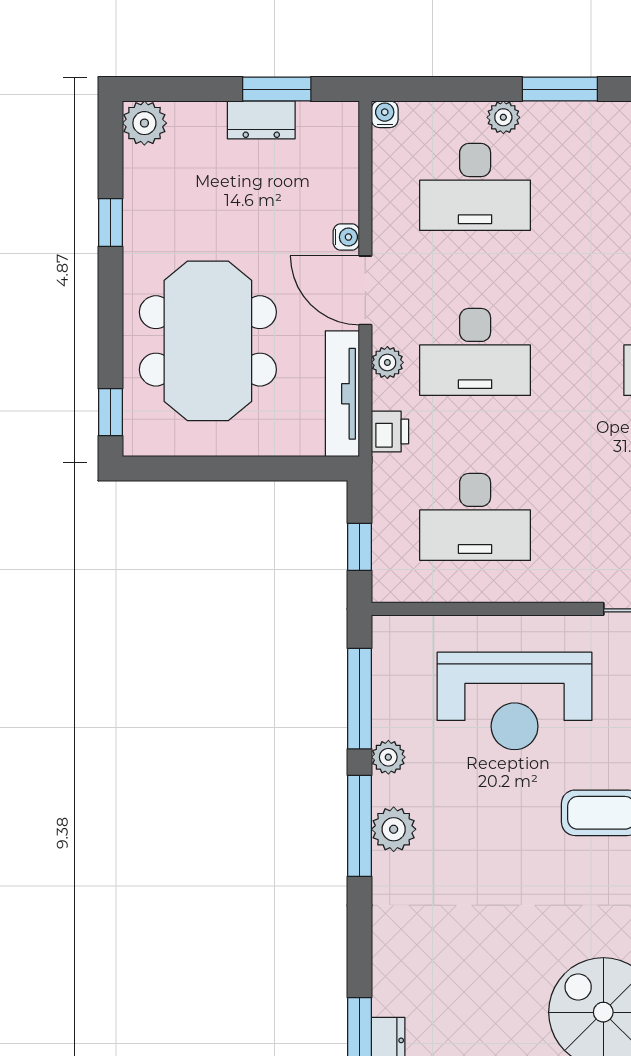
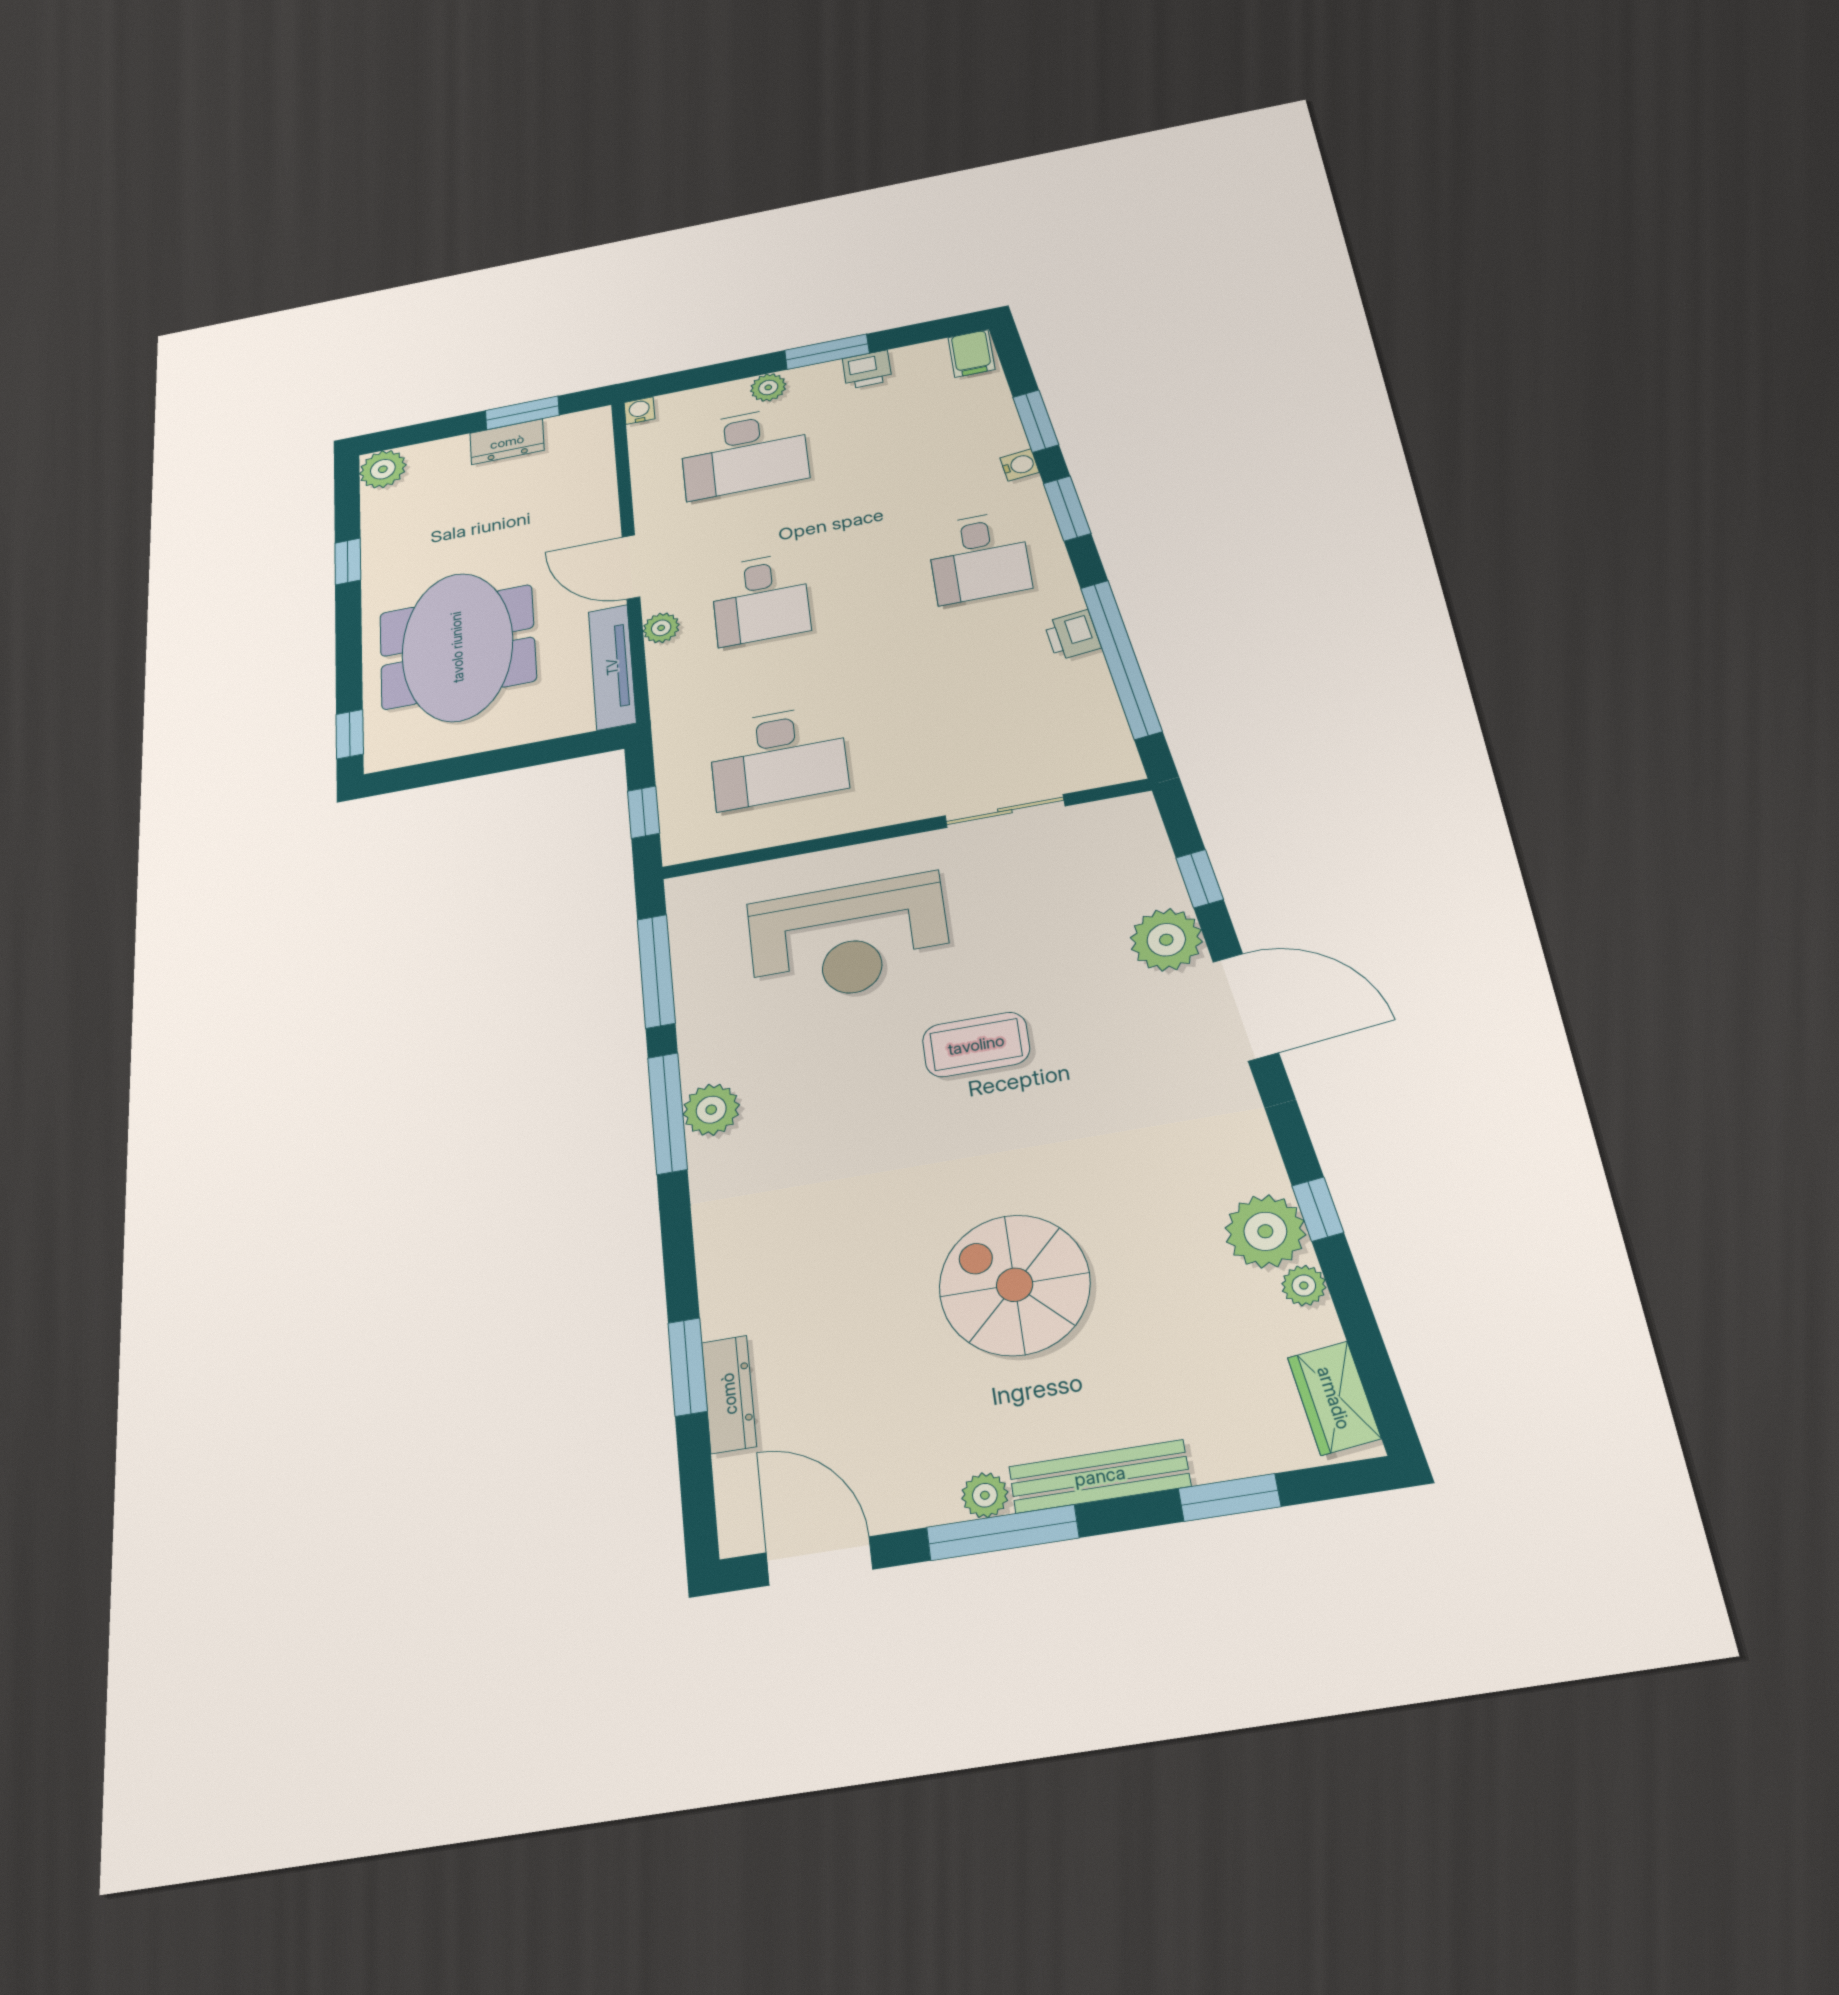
water cooler: (346, 237) -> (606, 524), removed
desk: (475, 352) -> (760, 599), width x0.73
printer: (390, 432) -> (867, 370), moved, turned 90
plant: (388, 757) -> (697, 1029), removed

